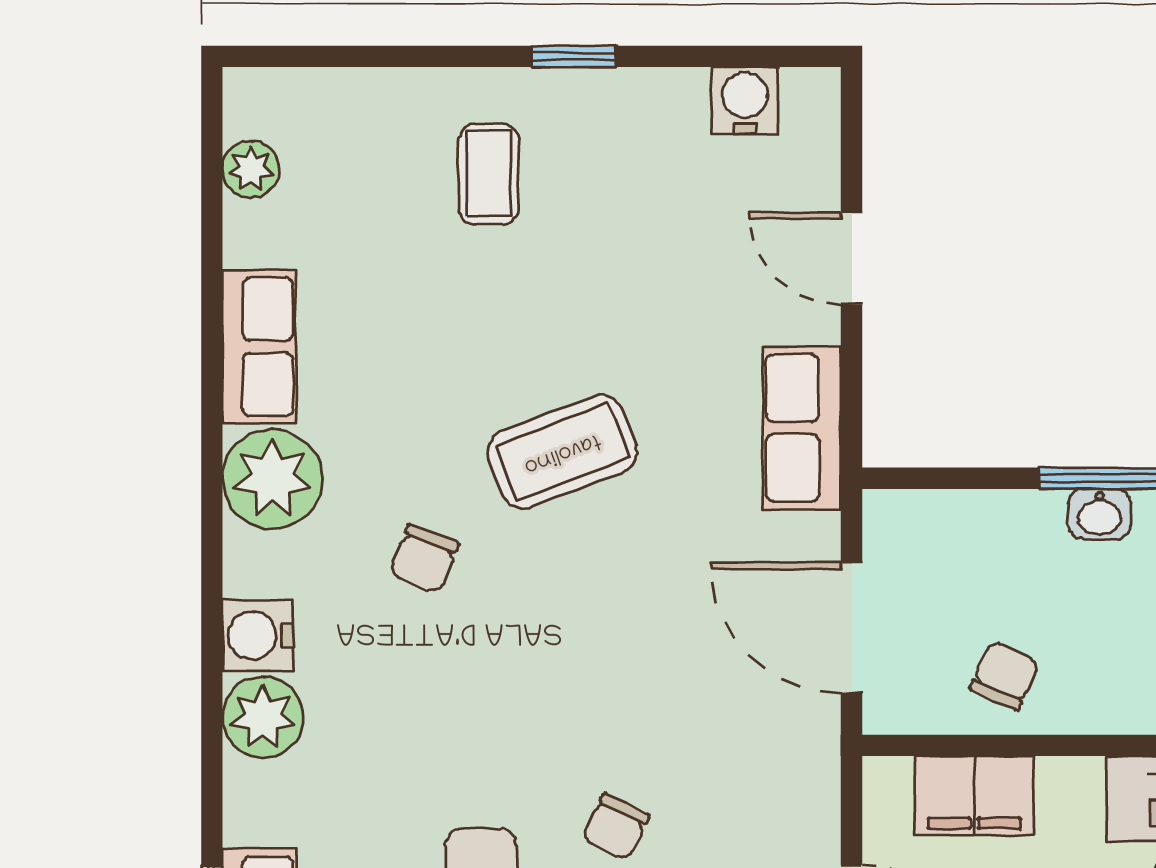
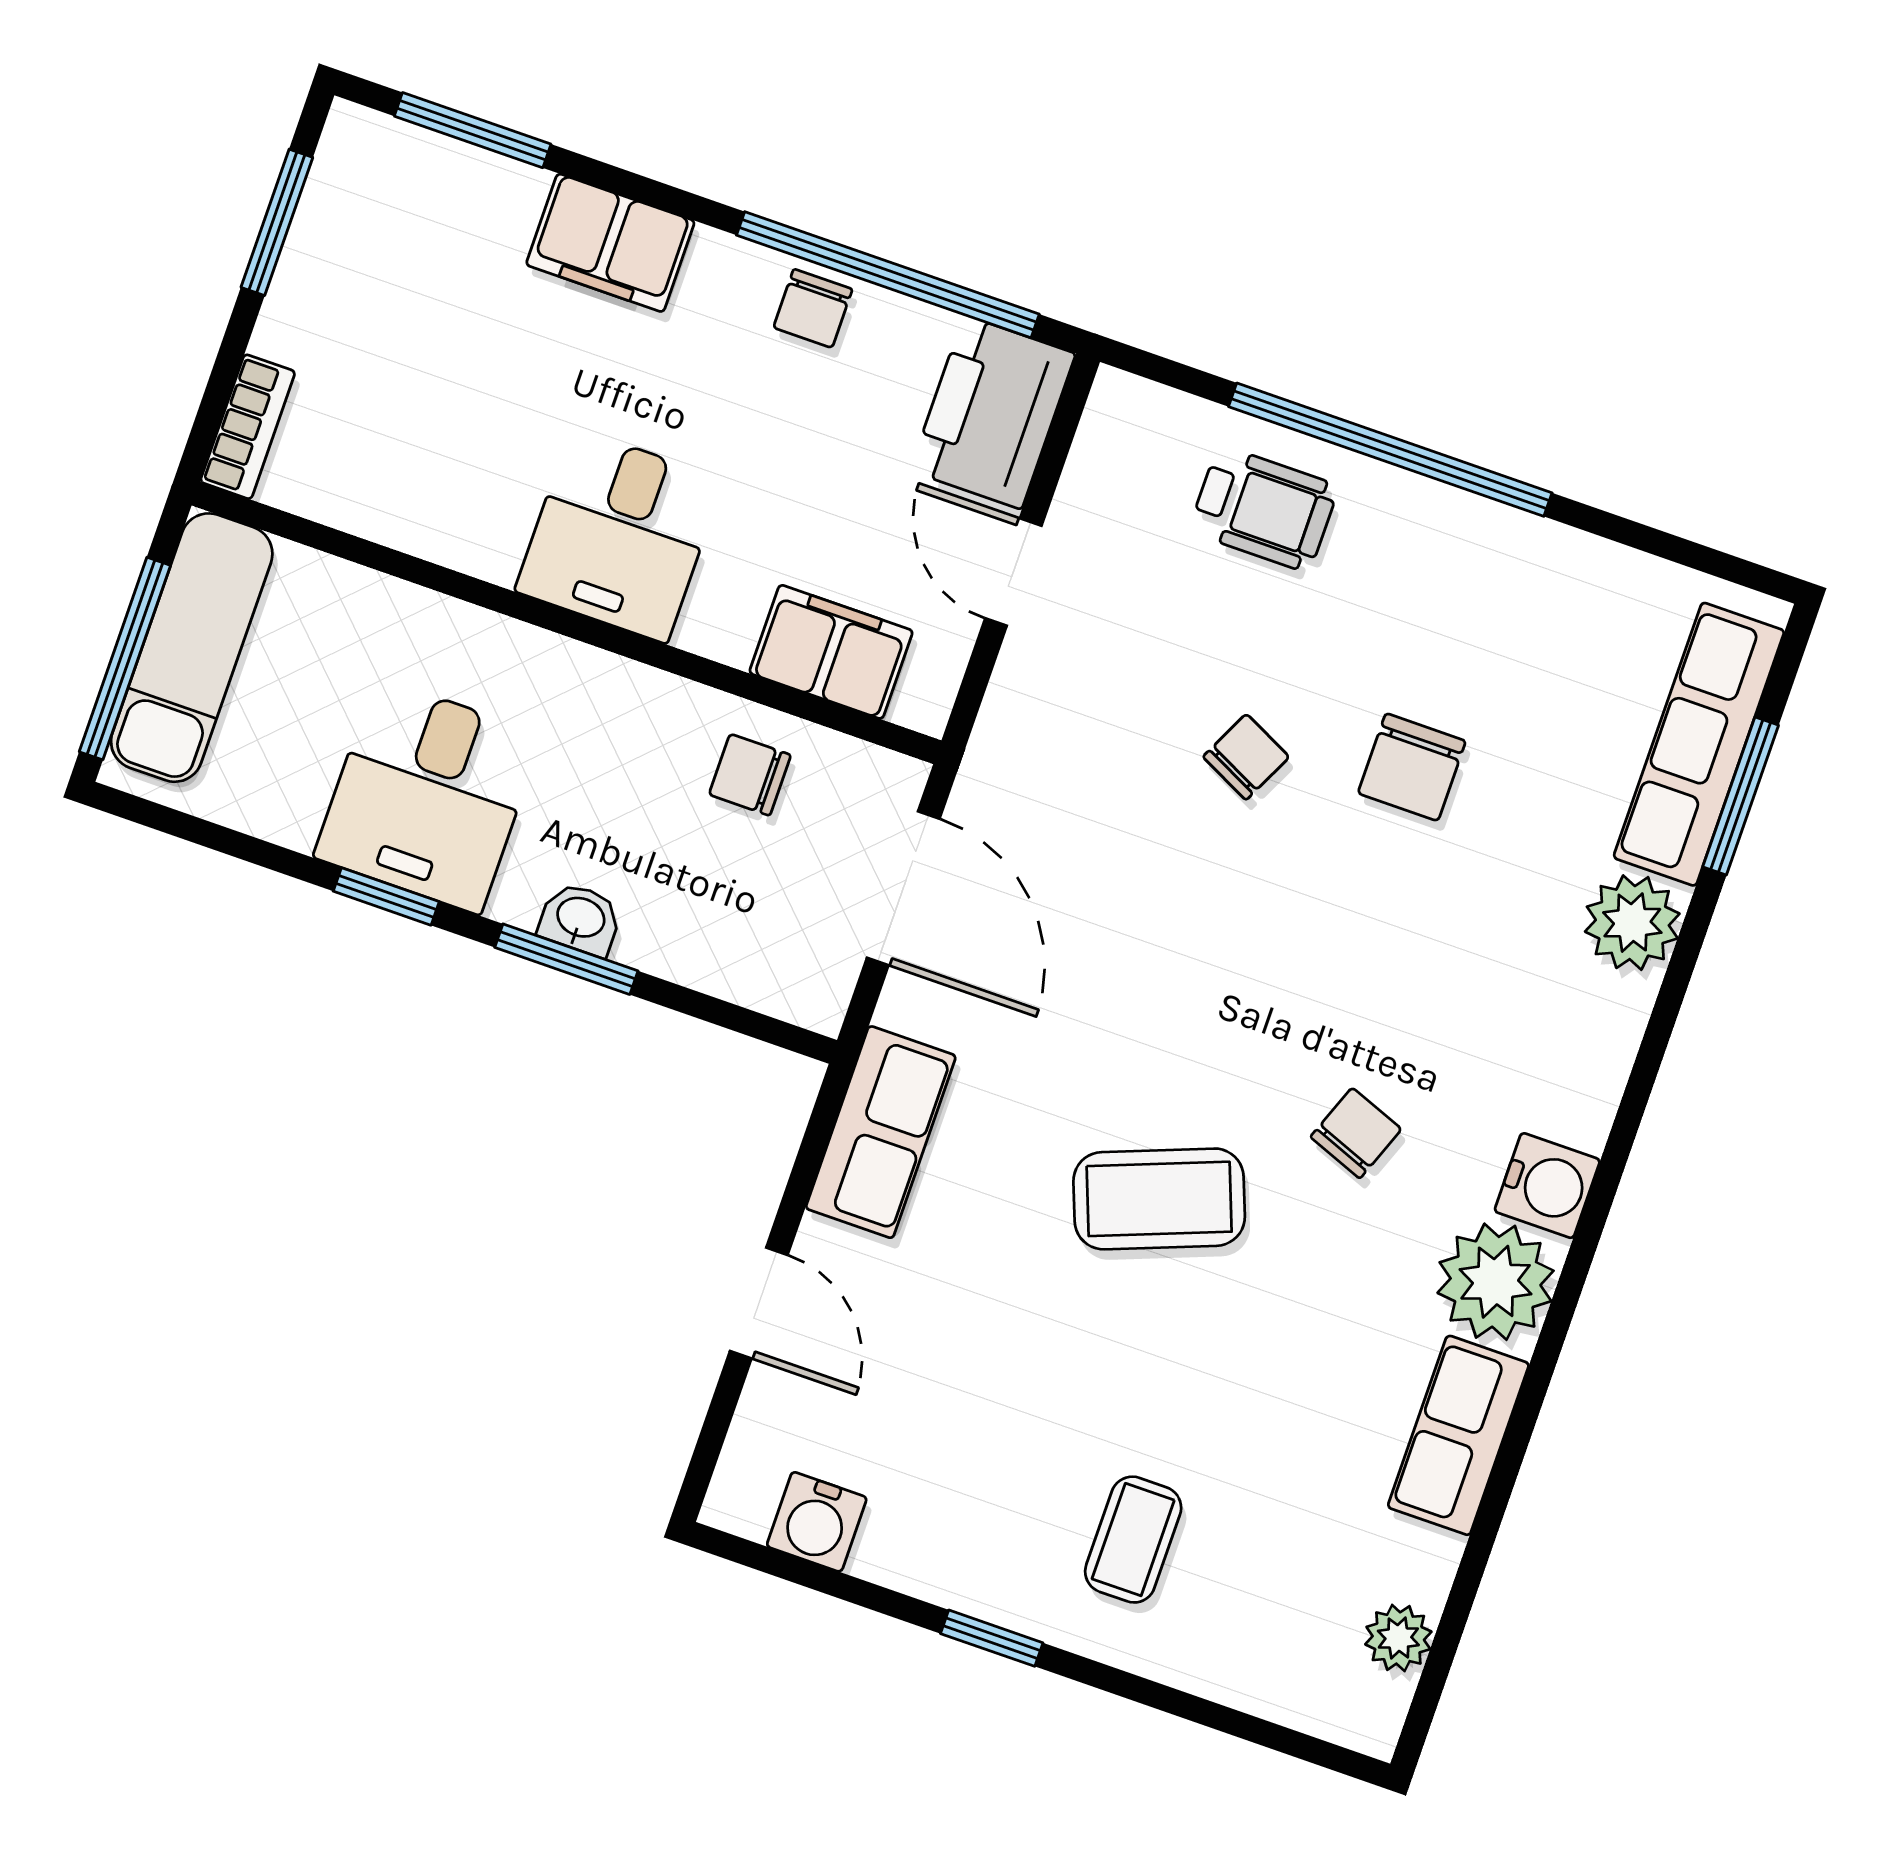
water cooler: (258, 635) -> (1547, 1186), moved
chair: (1005, 675) -> (750, 775), turned 65
plant: (263, 717) -> (1632, 923), moved

